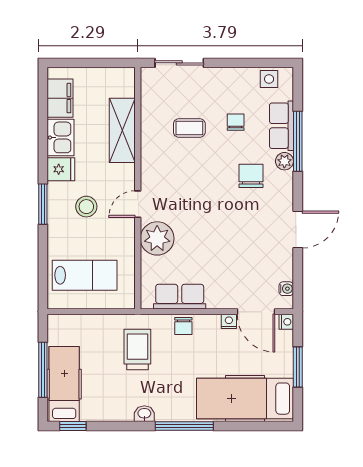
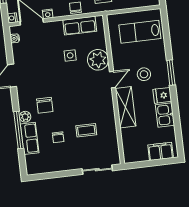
side table: (269, 79) -> (70, 55), moved
filing cabinet: (60, 98) -> (161, 151), moved, turned 90
shelving: (122, 130) -> (125, 107), moved

